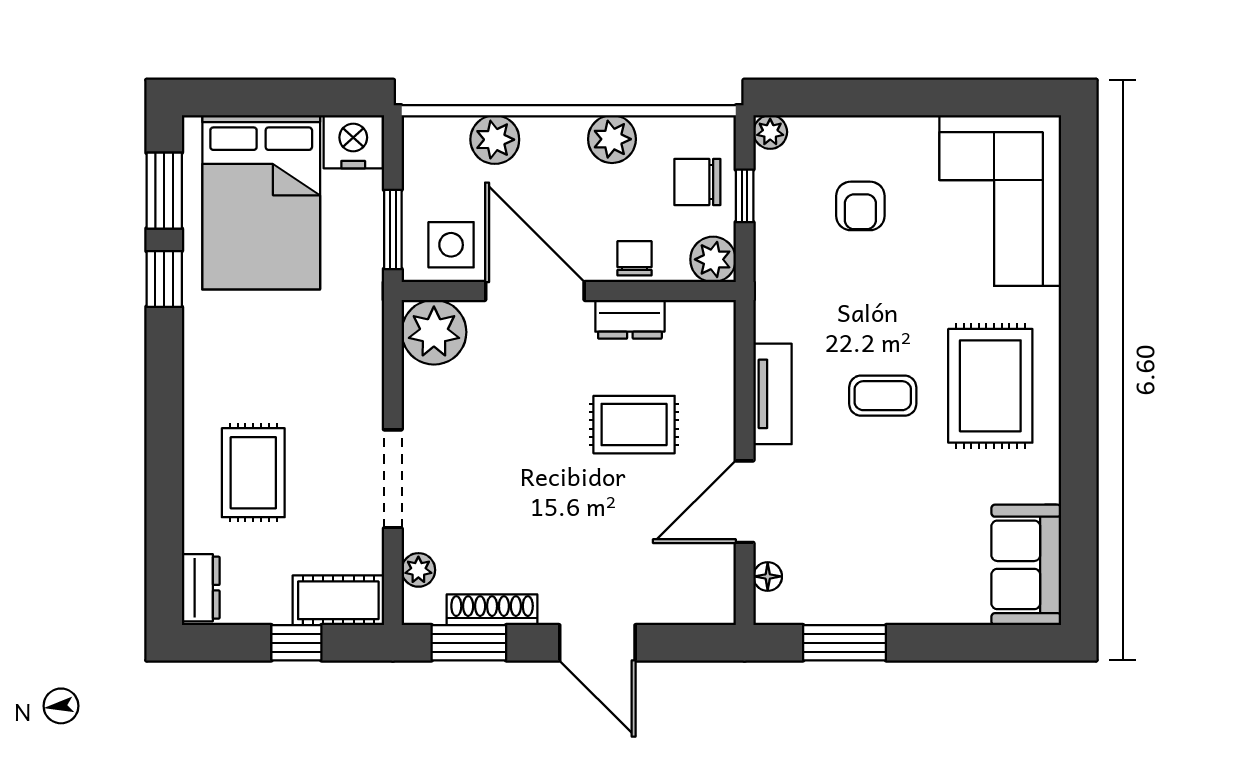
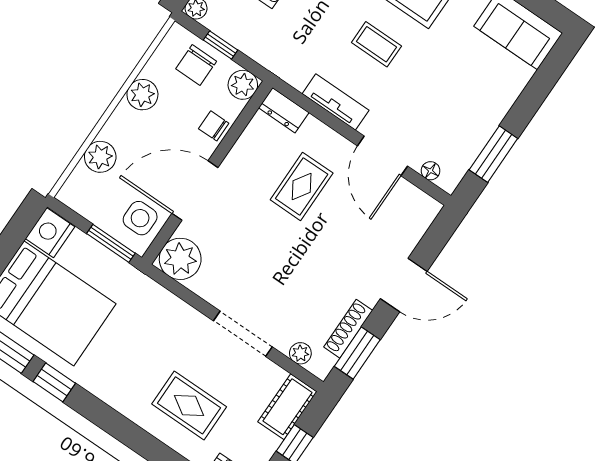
dresser: (630, 319) -> (284, 110), moved, turned 90
coffee table: (883, 396) -> (376, 44), turned 90

